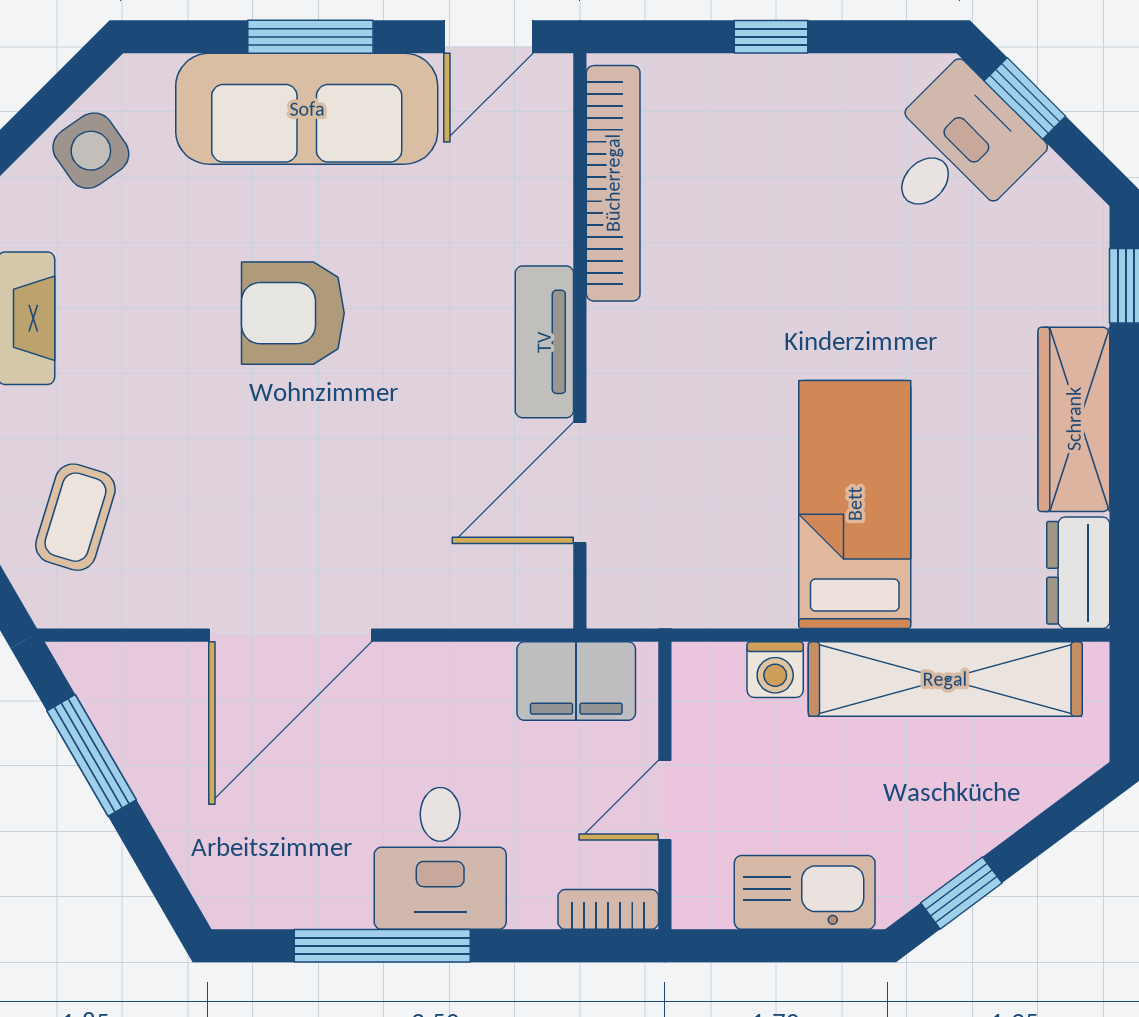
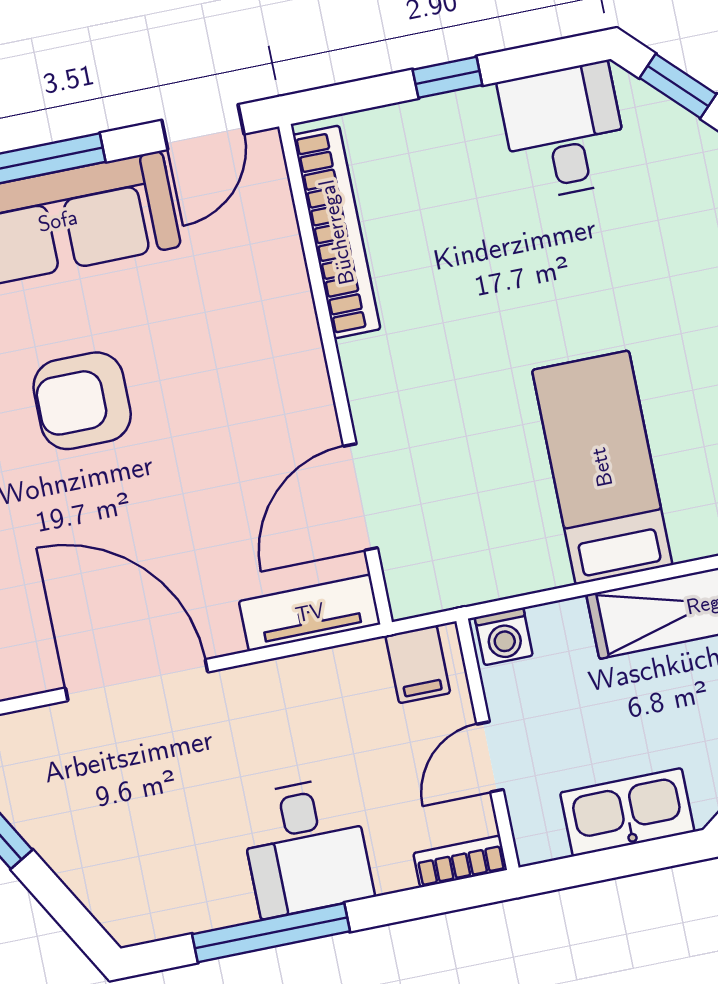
desk: (956, 151) -> (564, 131), moved, turned -45
tv unit: (544, 342) -> (310, 613), moved, turned 90
door: (290, 635) -> (137, 680), swing flipped
washing machine: (775, 670) -> (504, 636), moved
filing cabinet: (576, 681) -> (418, 664), width x0.50

